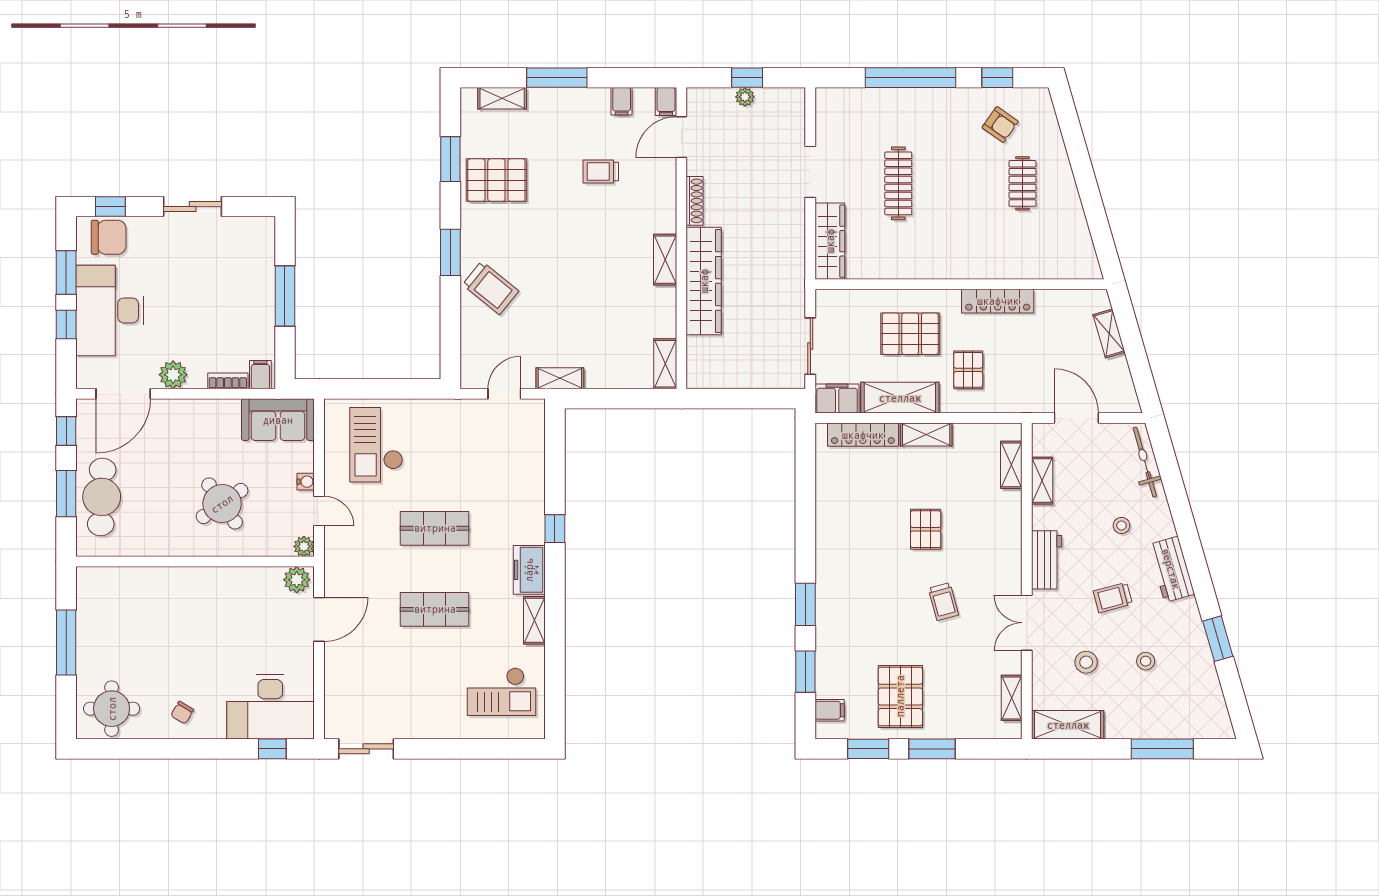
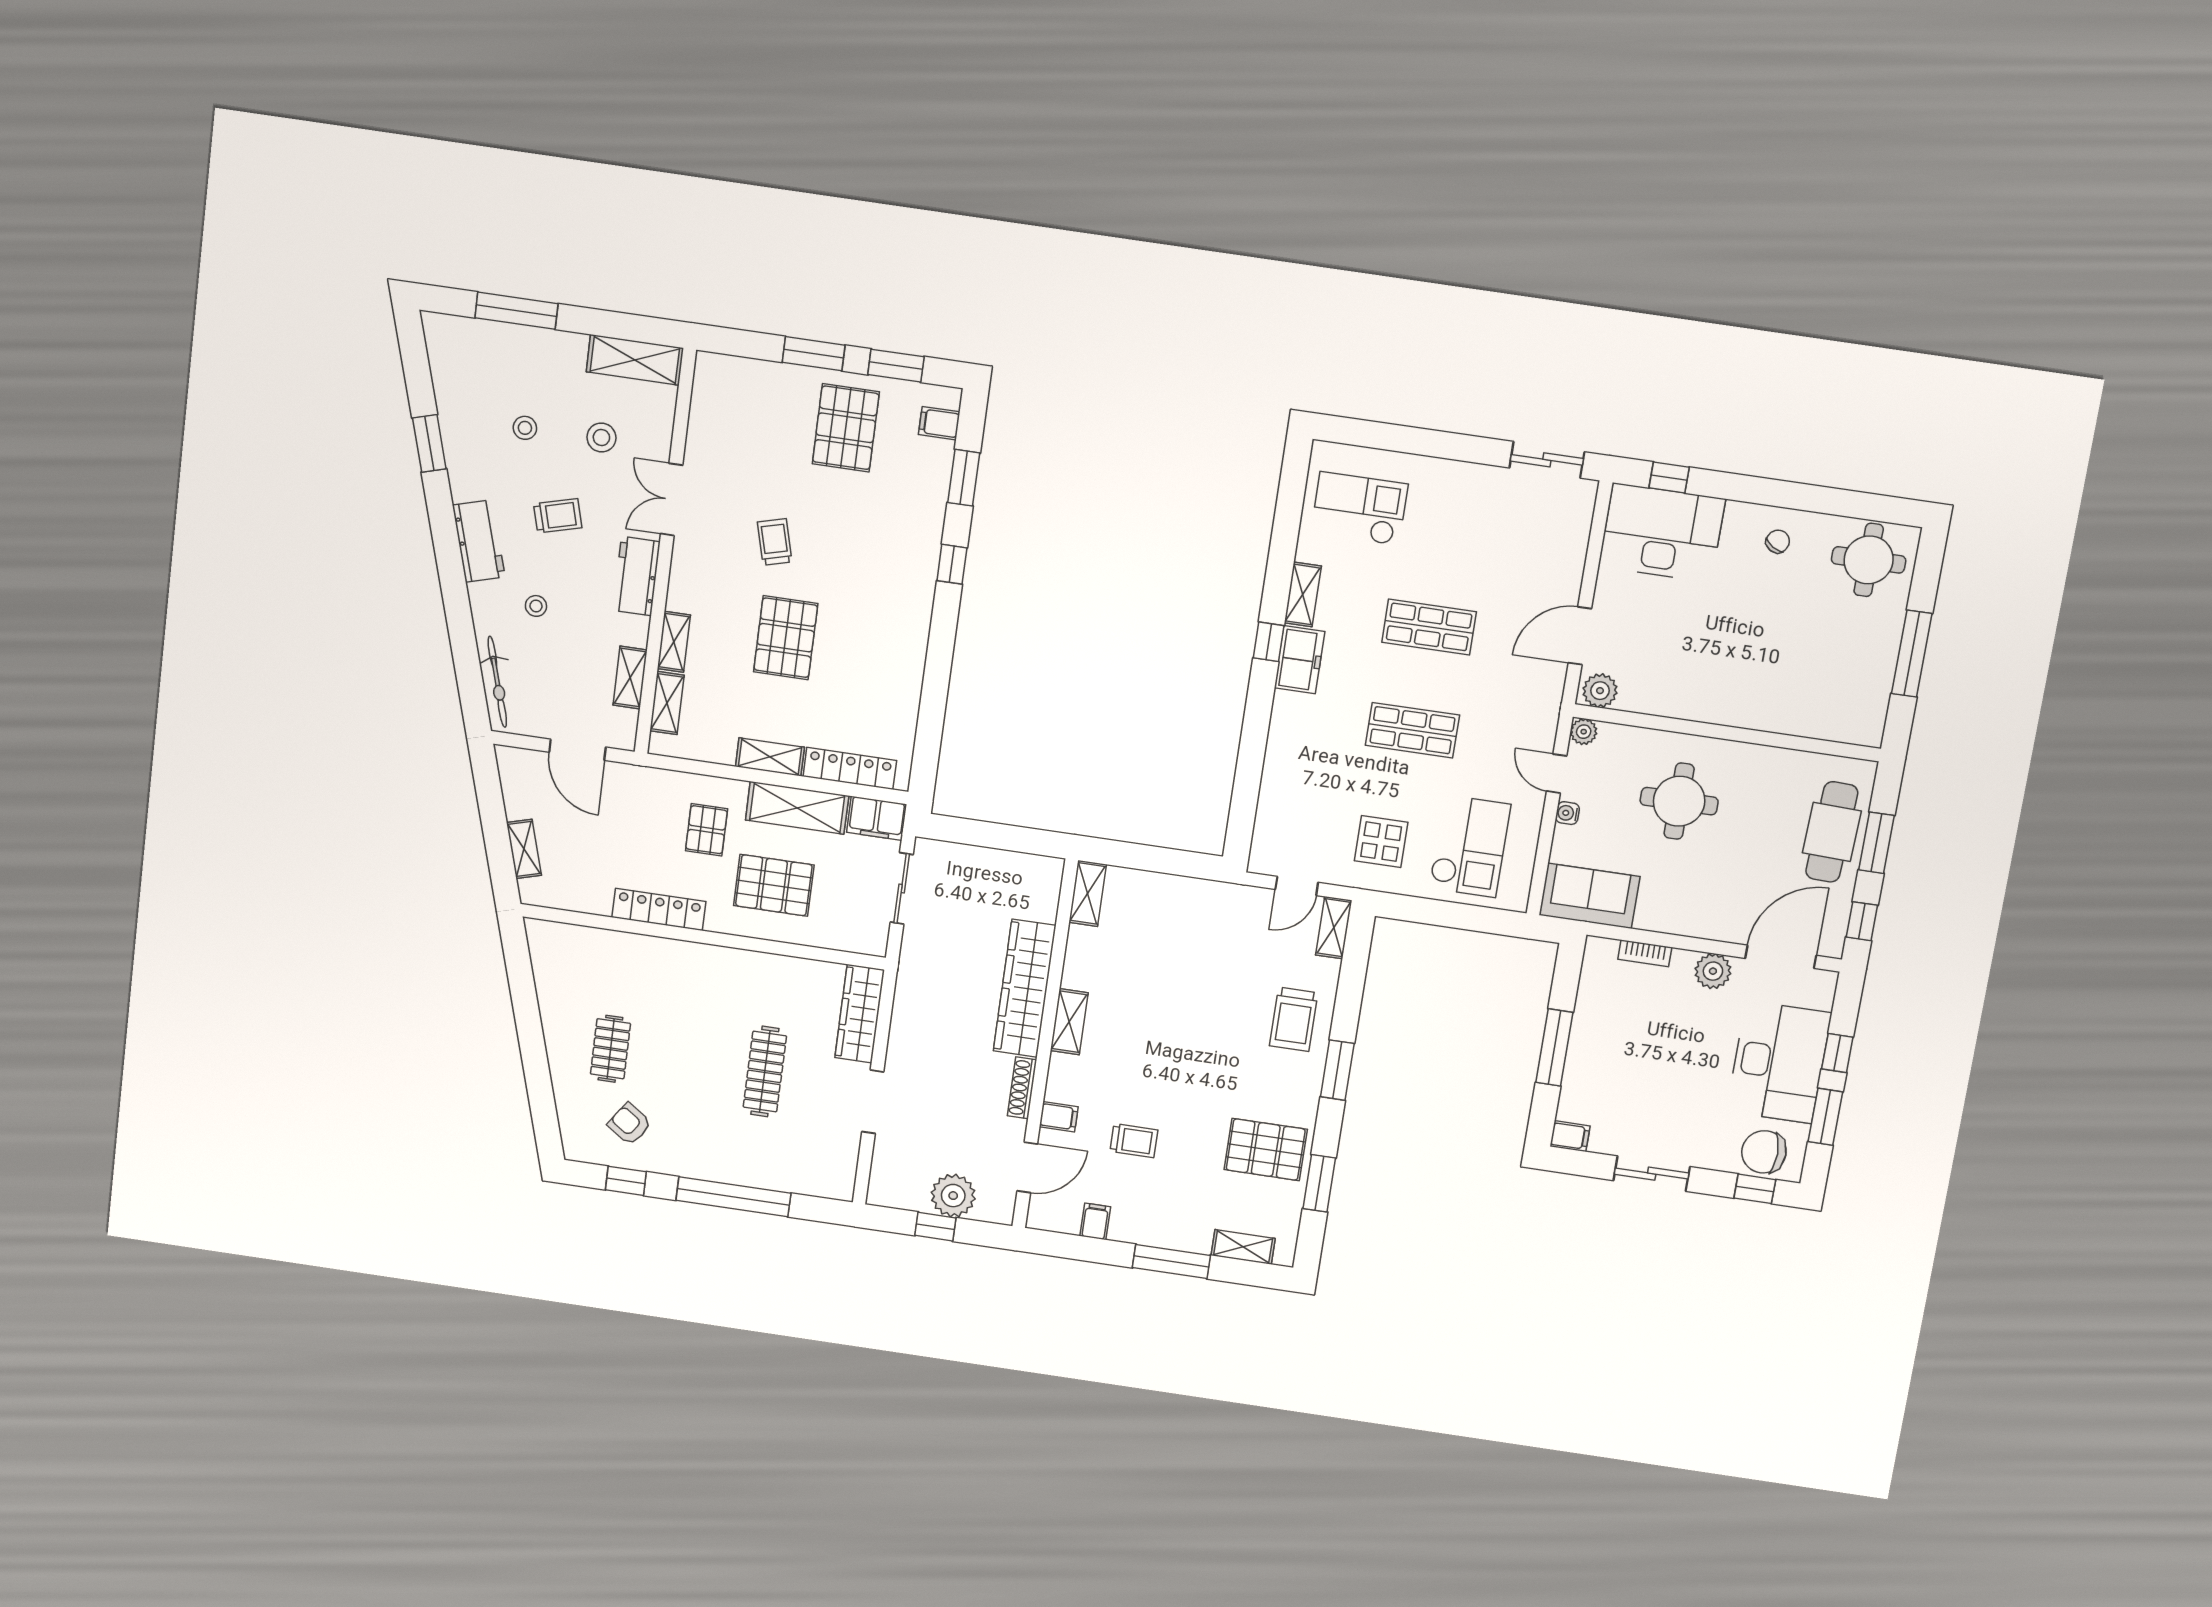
plant: (745, 97) -> (953, 1196), width x1.87, depth x1.87
filing cabinet: (666, 101) -> (1059, 1117), moved, turned 90
trolley: (491, 288) -> (1294, 1019), turned -129
filing cabinet: (260, 375) -> (1570, 1136), moved, turned -90
shelving: (560, 378) -> (1334, 928), moved, turned 90
display table: (445, 438) -> (1381, 842), added
round table: (222, 504) -> (1679, 801), turned 35
window: (555, 529) -> (1269, 642), moved
pallet: (926, 529) -> (786, 638), width x1.50, depth x1.42
window: (805, 604) -> (952, 564), width x0.67
double door: (1027, 623) -> (672, 499), swing flipped
shelving: (1012, 698) -> (674, 642), moved

